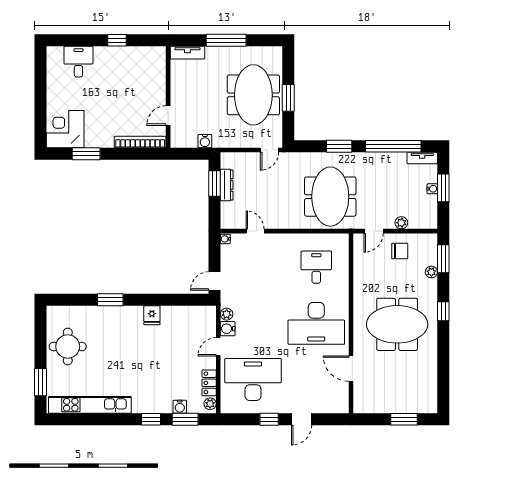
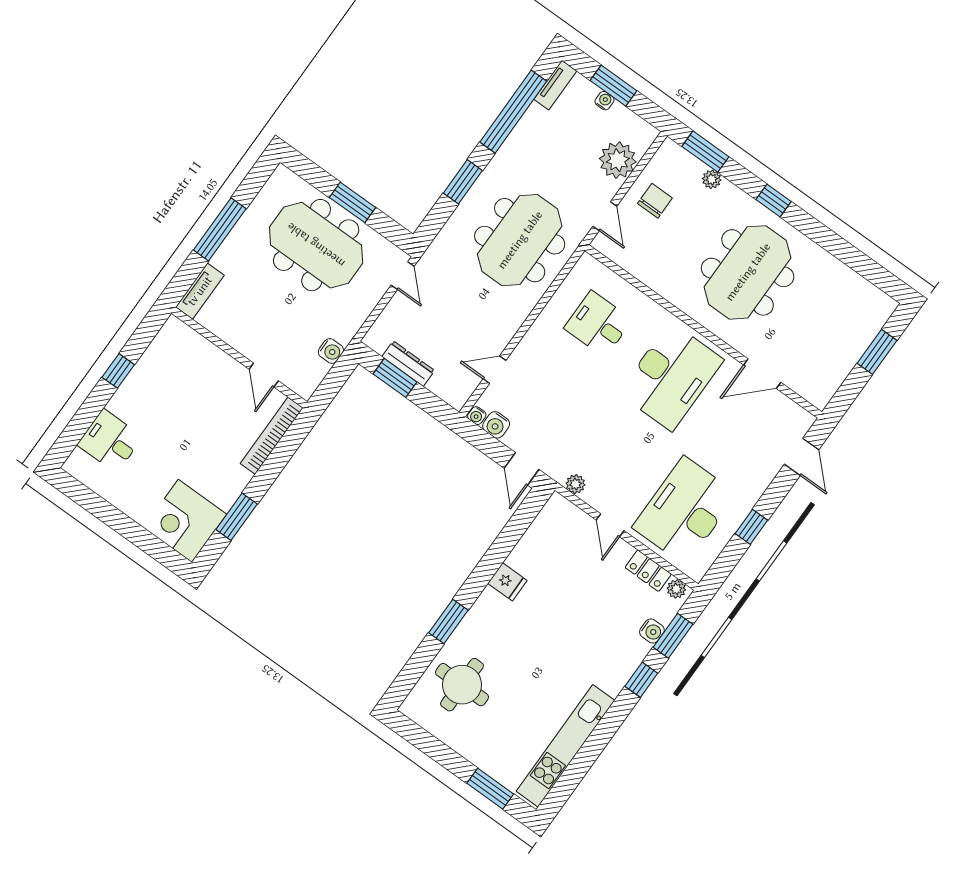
meeting table: (330, 197) -> (520, 240), turned 90
plant: (401, 223) -> (618, 160), width x1.88, depth x1.88
water cooler: (228, 329) -> (496, 425), moved
round table: (68, 346) -> (462, 685), moved
door: (302, 419) -> (802, 457), moved

